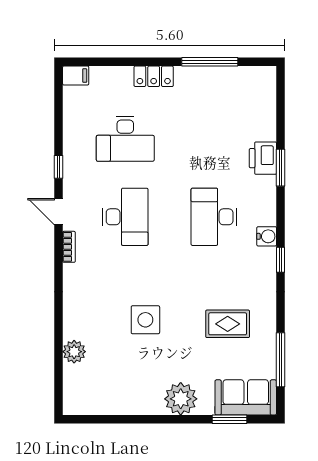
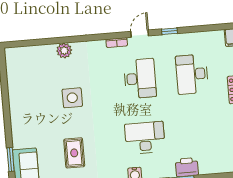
desk: (125, 217) -> (140, 79), turned -90
plant: (74, 352) -> (64, 51), moved
plant: (181, 399) -> (21, 126), removed

